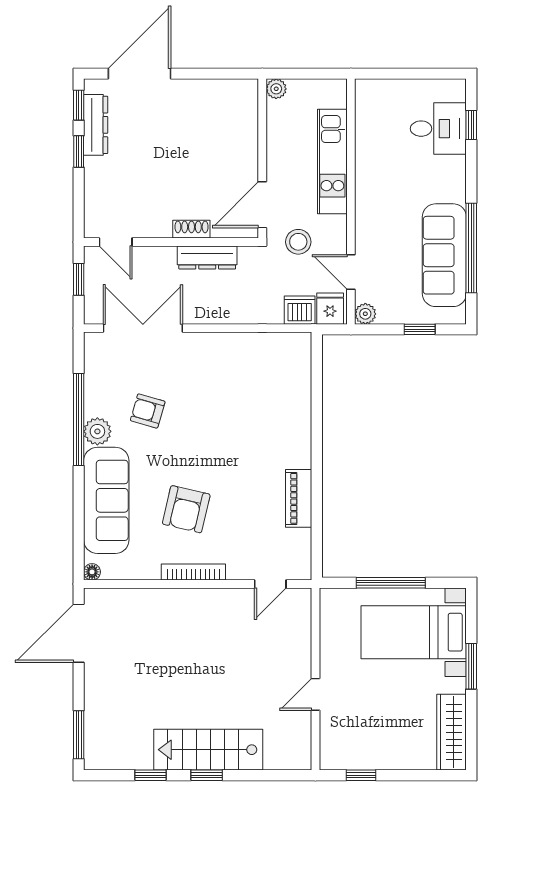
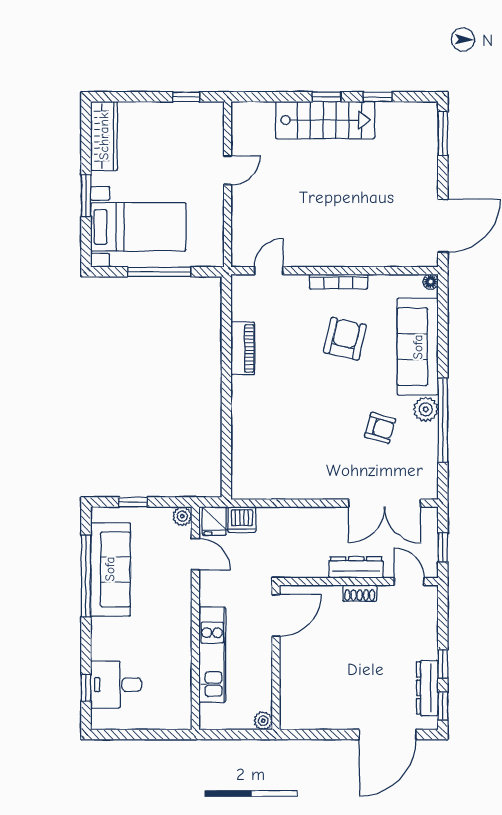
shoe rack: (191, 229) -> (360, 593), moved
stool: (298, 242) -> (243, 582), removed
dresser: (207, 257) -> (356, 567), moved

